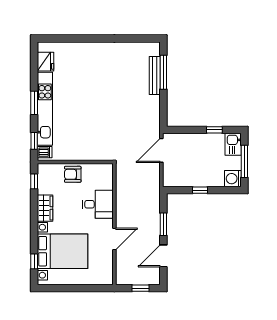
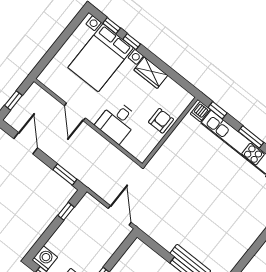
window: (34, 181) -> (132, 42), moved
window: (200, 190) -> (66, 211), moved
window: (163, 224) -> (65, 174), moved

